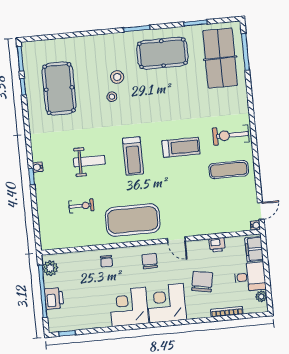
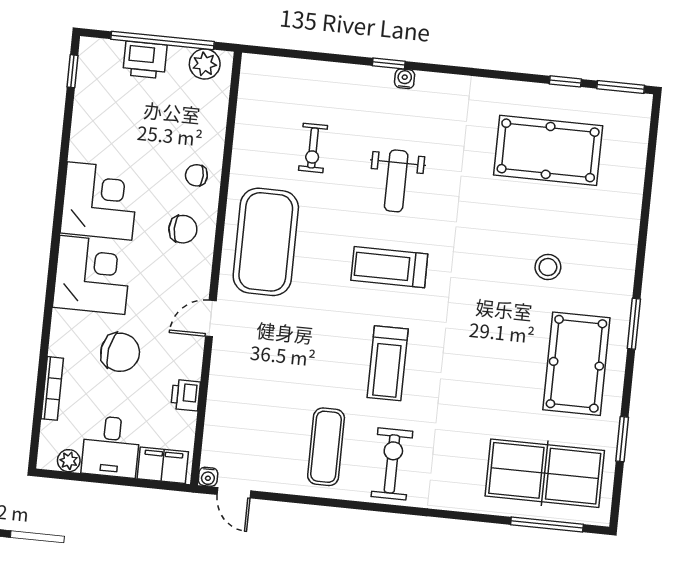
stool: (112, 97) -> (512, 249), removed
chair: (150, 261) -> (183, 229), moved

